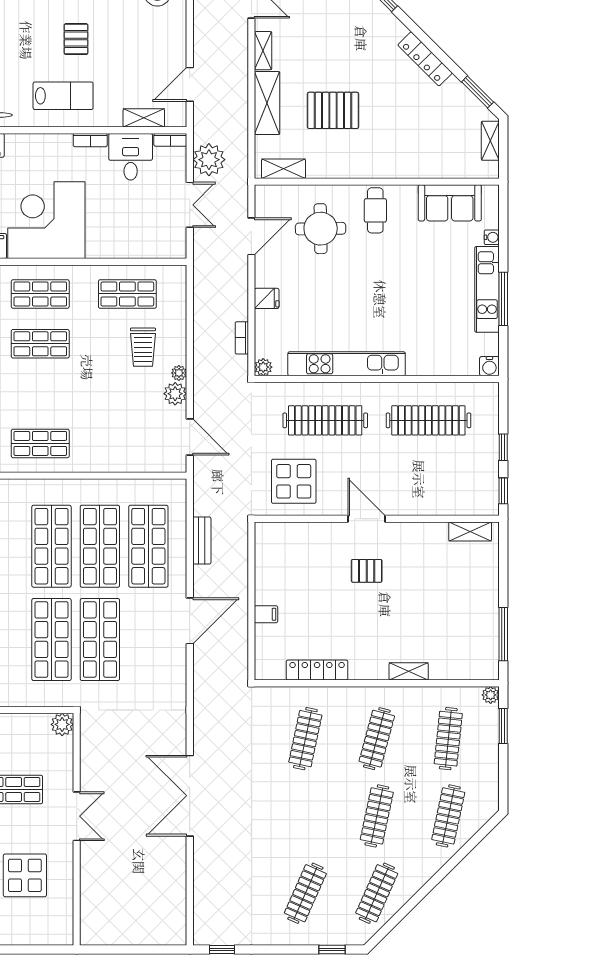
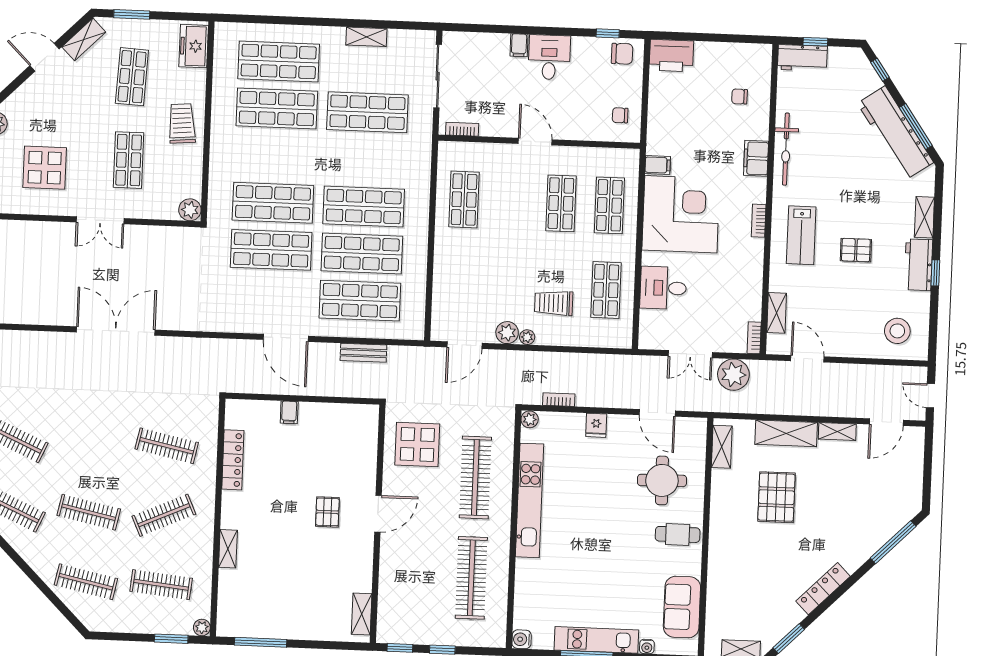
bookcase: (90, 140) -> (759, 221), moved
desk: (131, 157) -> (663, 288), moved, turned 180
clothes rail: (377, 739) -> (164, 515), turned -39

